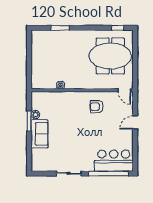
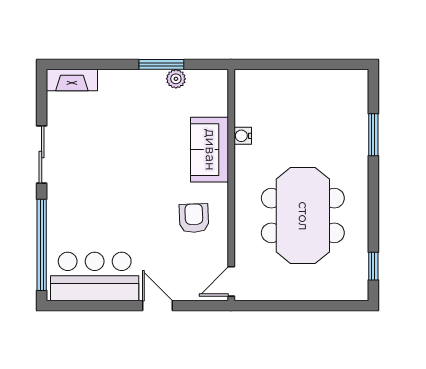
meeting table: (110, 56) -> (303, 216), moved
sofa: (39, 134) -> (210, 150), moved, turned 90
fireplace: (36, 160) -> (72, 80), added
bar counter: (114, 161) -> (95, 277), moved, turned -90

